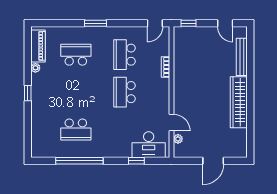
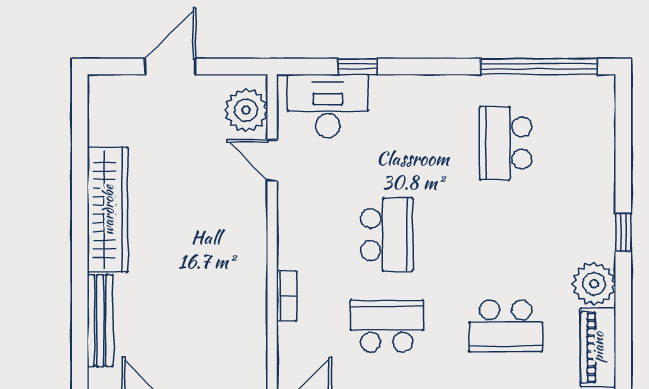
school desk: (124, 55) -> (387, 326), turned -90
plant: (35, 68) -> (594, 284), width x1.87, depth x1.87
school desk: (76, 130) -> (506, 143), turned -90
plant: (178, 139) -> (246, 110), width x1.87, depth x1.87
window: (79, 161) -> (539, 67), moved

